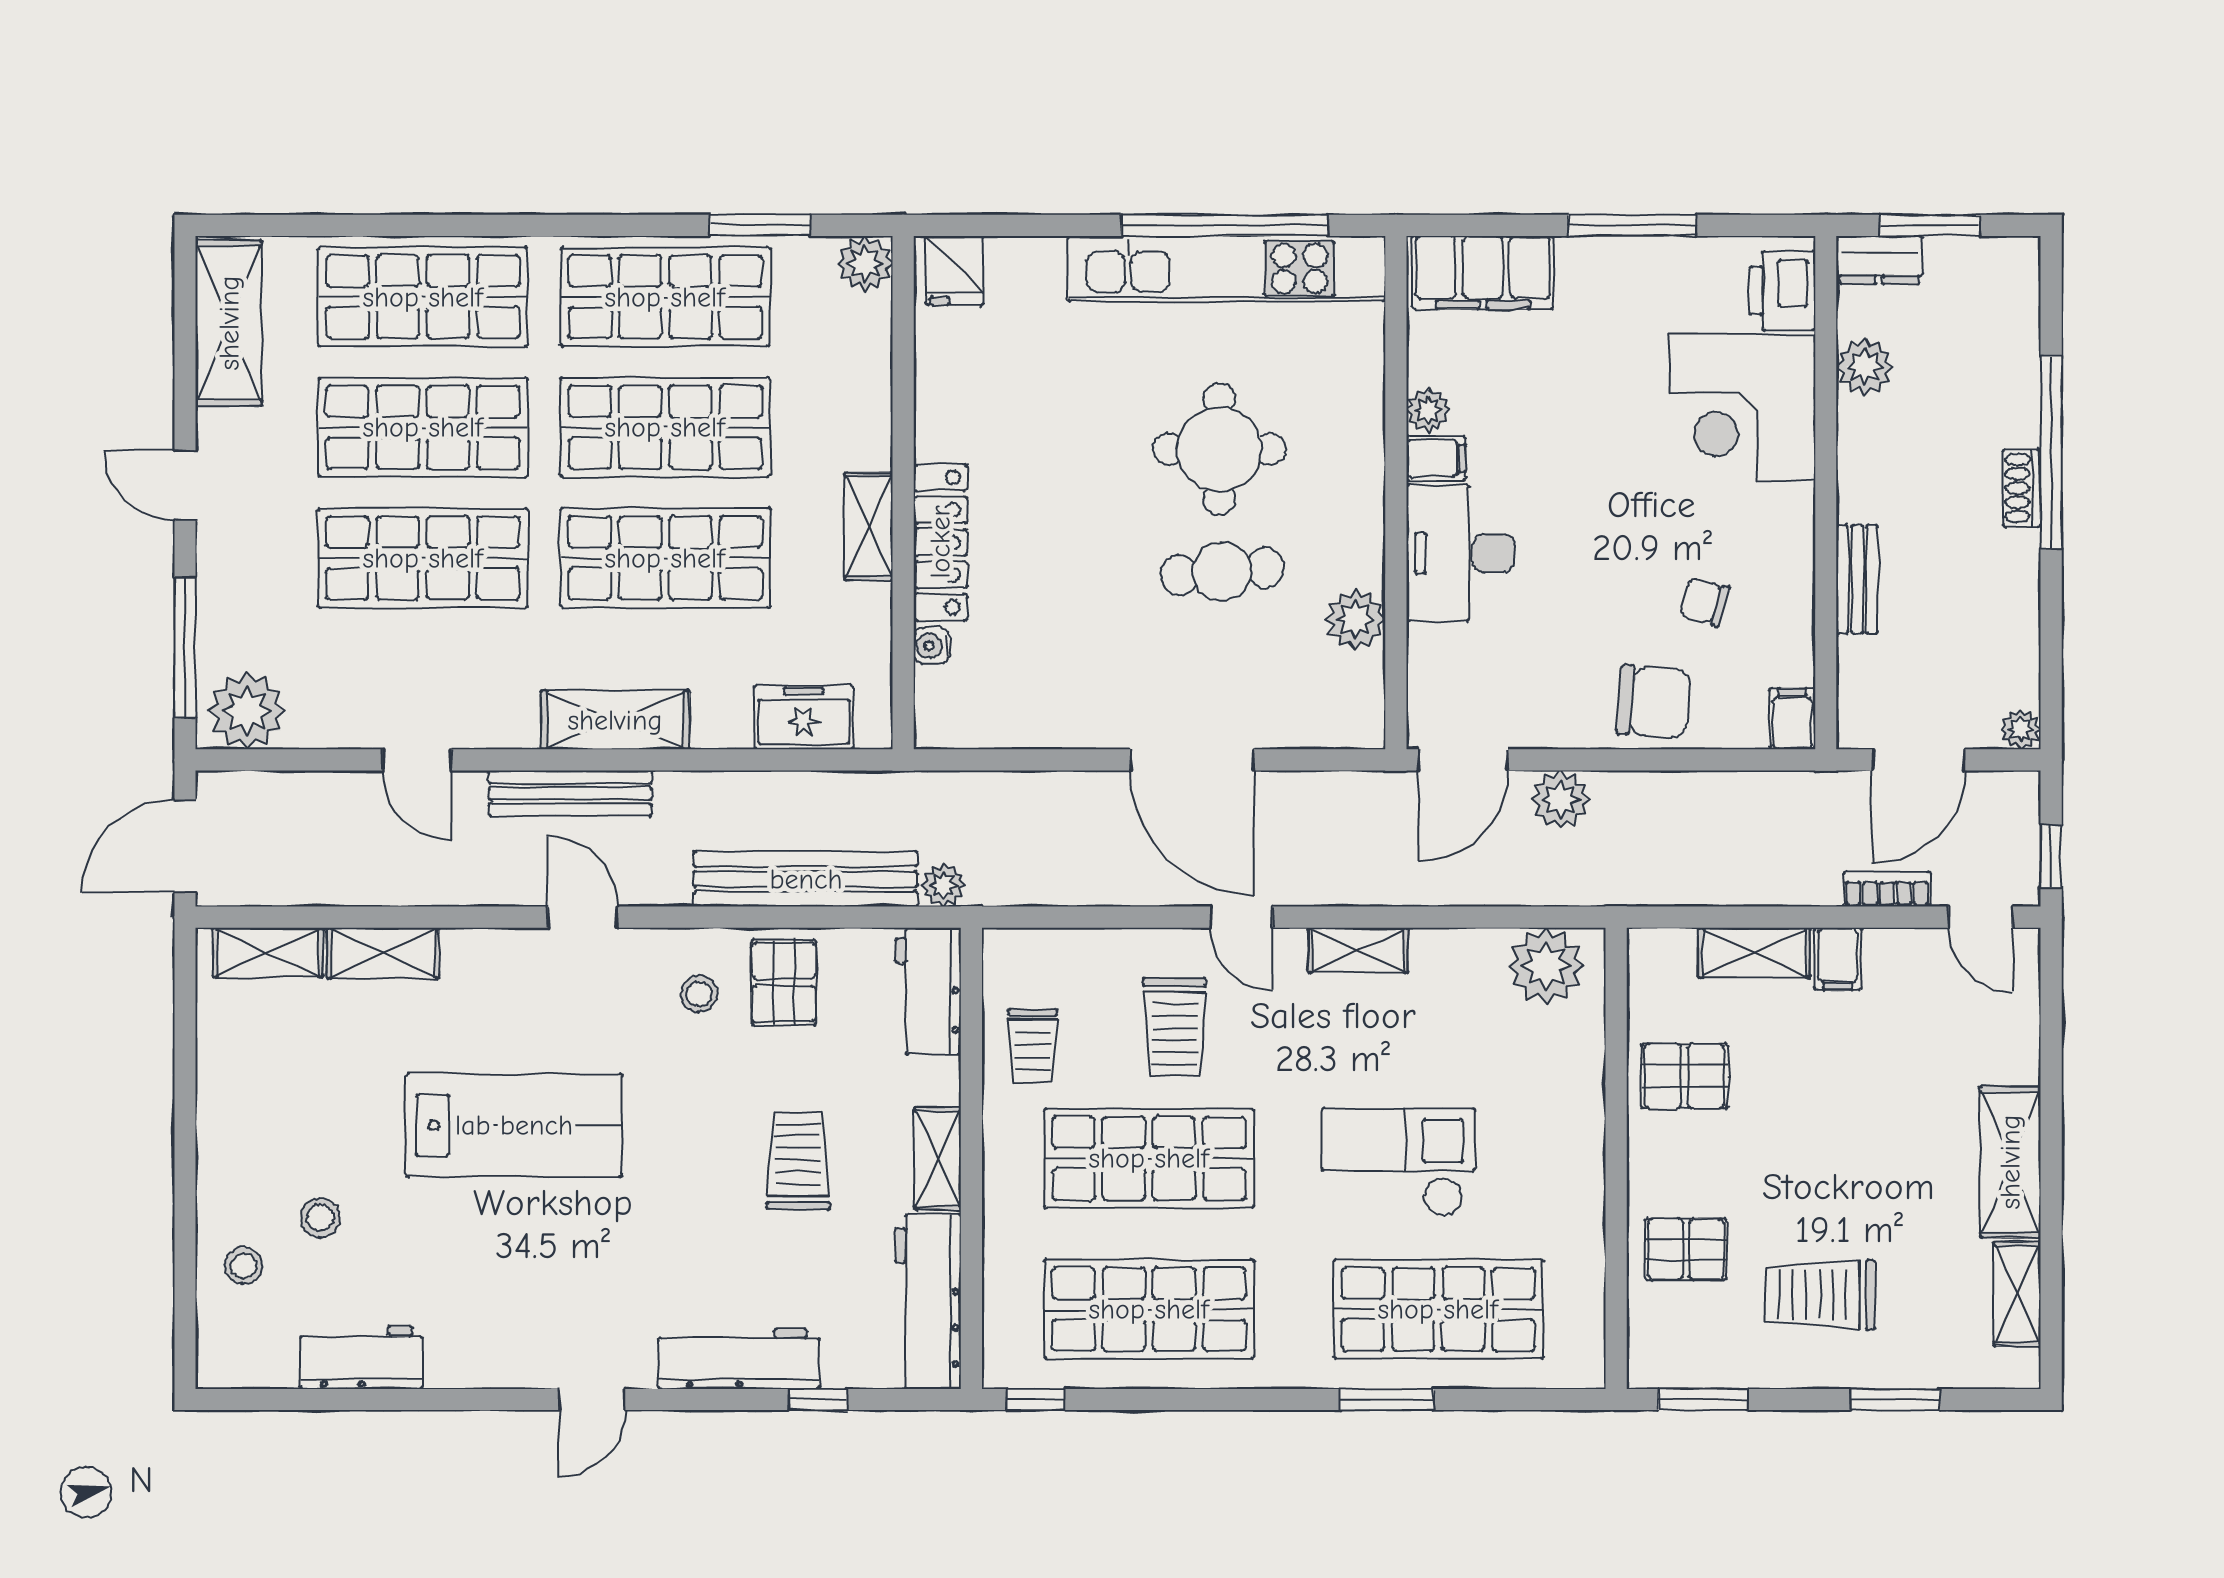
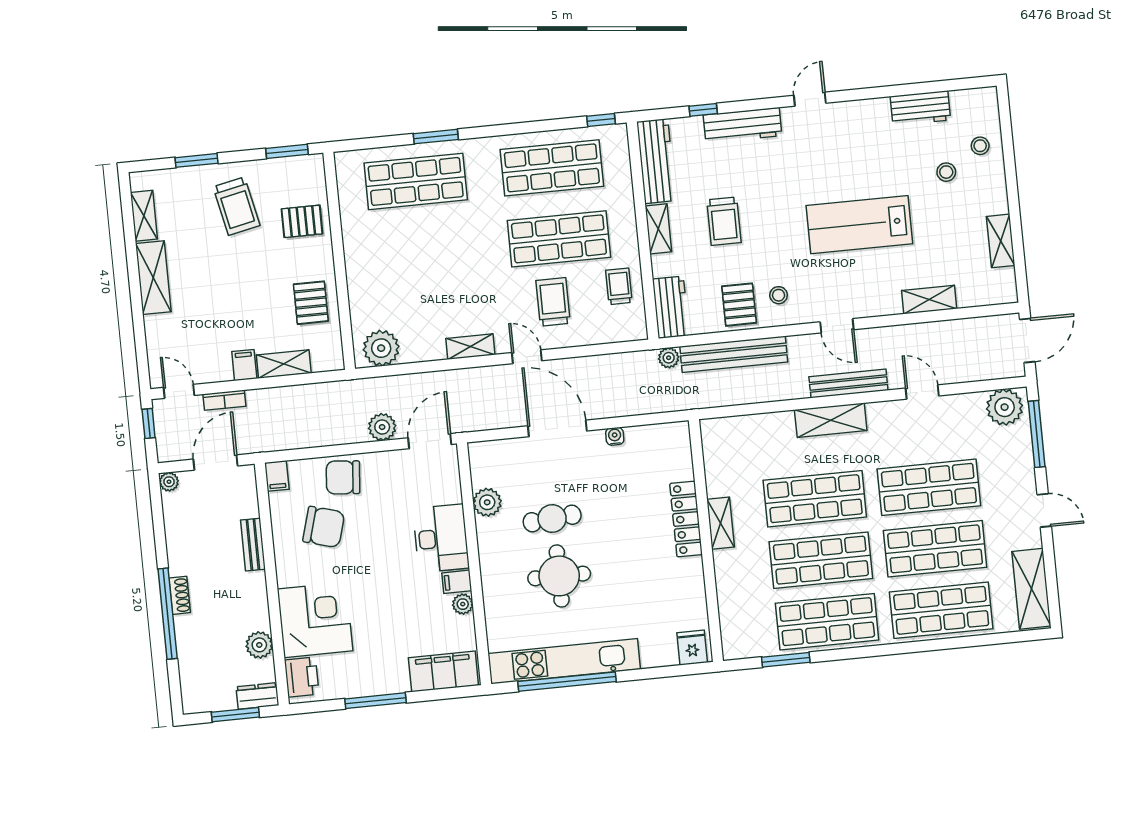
plant: (865, 263) -> (735, 647), removed
chair: (1704, 602) -> (324, 527), width x1.87, depth x1.87
water cooler: (932, 646) -> (615, 436), moved, turned -90
freezer: (804, 717) -> (742, 430), removed
shelving: (268, 952) -> (1001, 241), moved, turned 90
pallet: (1684, 1076) -> (311, 303), turned 90
checkout: (1398, 1162) -> (441, 249), removed
trolley: (1820, 1295) -> (237, 206), turned 78

